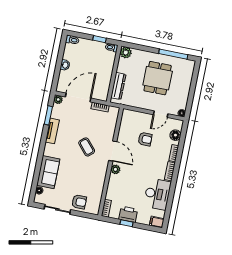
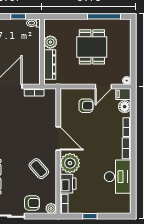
plant: (126, 52) -> (50, 42), moved
armchair: (145, 139) -> (86, 106), moved
coffee table: (87, 147) -> (39, 169), moved
plant: (115, 169) -> (70, 163), width x1.87, depth x1.87
plant: (95, 210) -> (51, 208), added
printer: (128, 214) -> (68, 184), moved, turned 90
filing cabinet: (157, 222) -> (123, 94), moved

